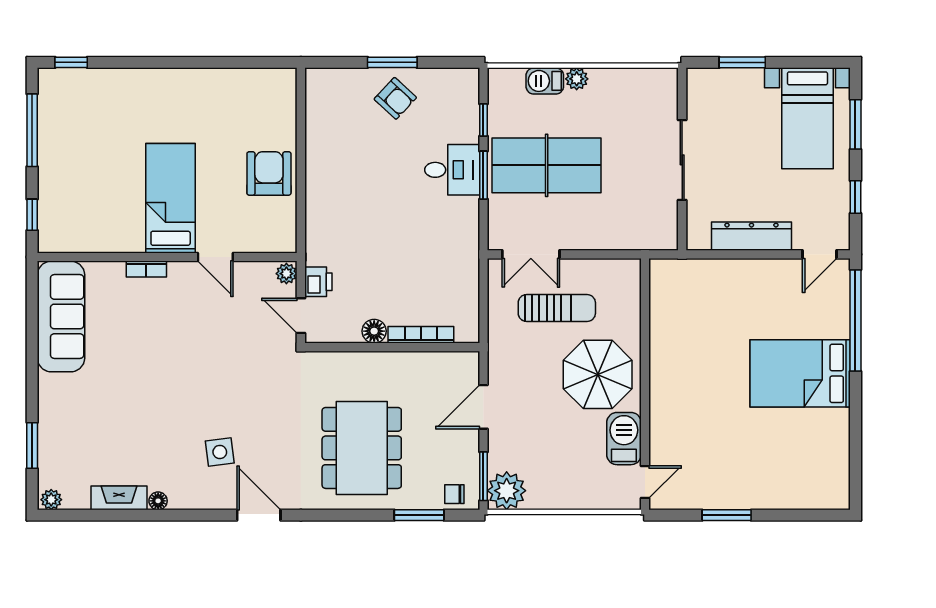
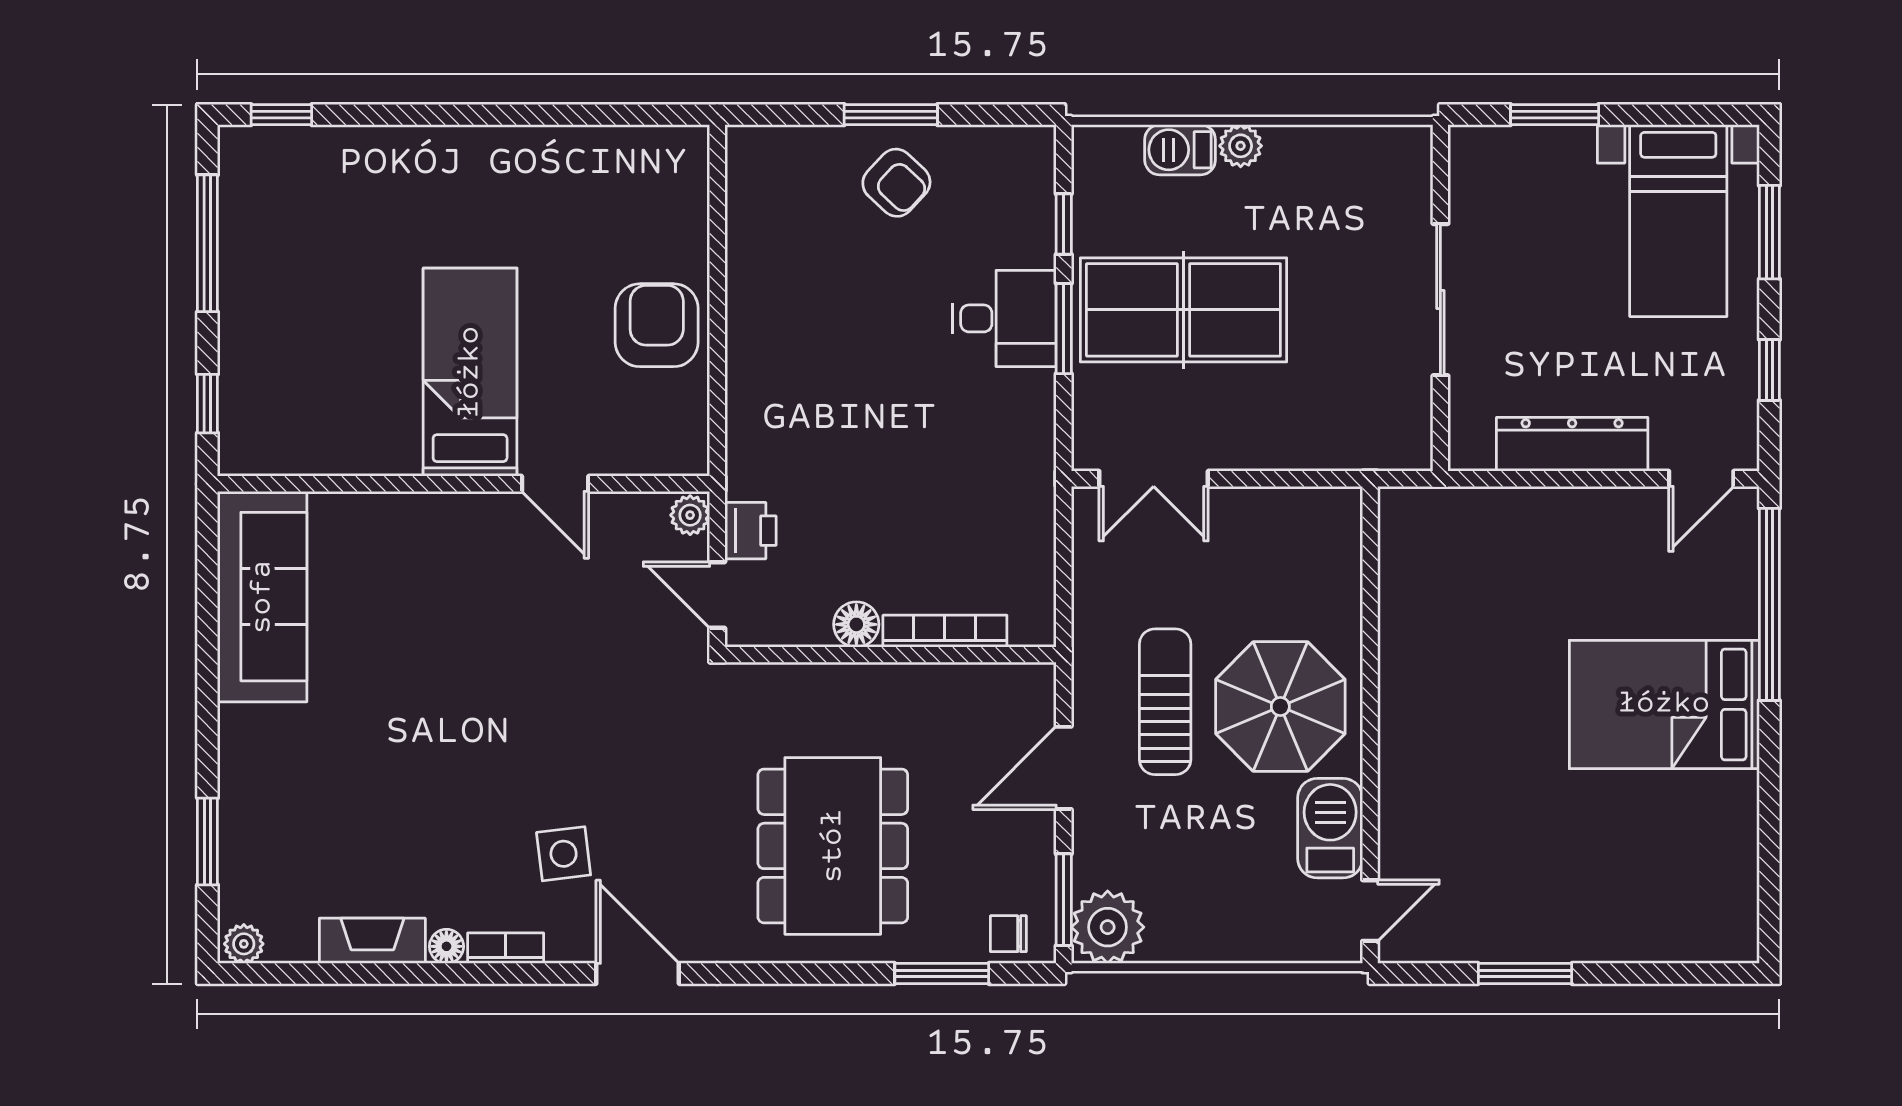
bookcase: (146, 269) -> (506, 948), moved, turned 180
sun lounger: (557, 308) -> (1165, 702), moved, turned -90

